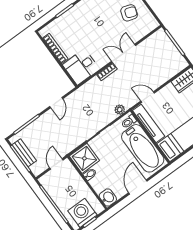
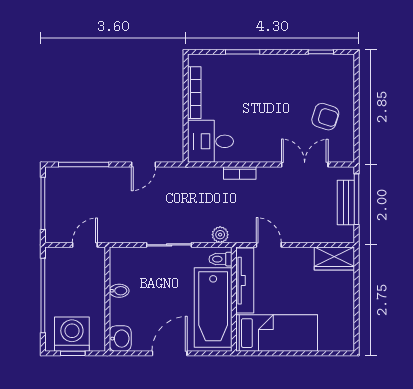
double door: (124, 53) -> (305, 164), moved
bench: (24, 153) -> (346, 202), moved
shower: (84, 158) -> (127, 265), removed

